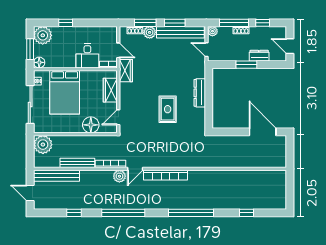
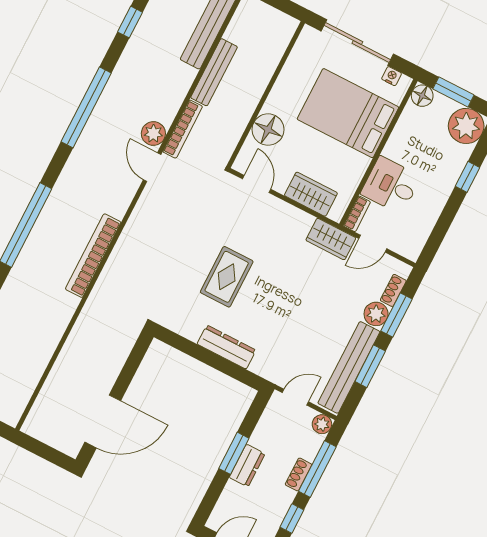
dresser: (259, 56) -> (247, 466), moved
rug: (168, 109) -> (227, 277), turned 90
plant: (43, 145) -> (277, 29), removed
bookcase: (165, 175) -> (93, 256), moved

